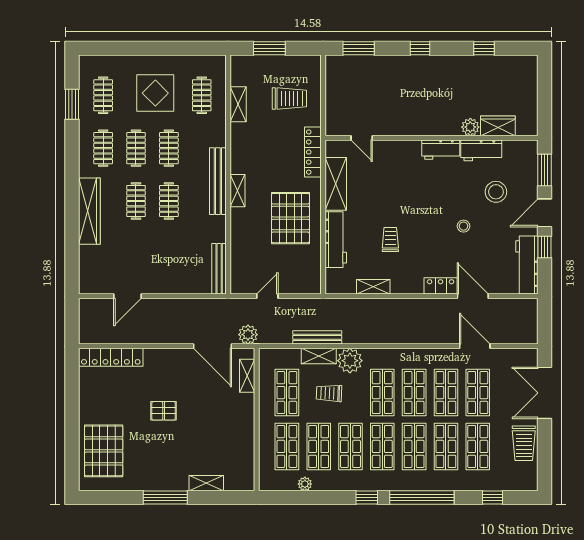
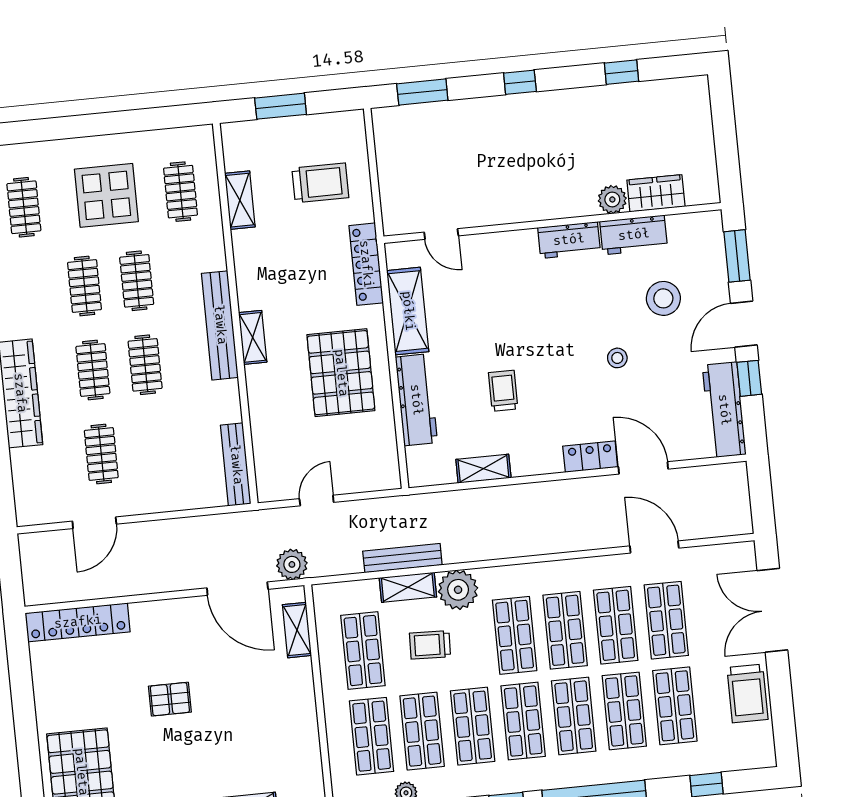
clothes rail: (103, 148) -> (101, 454), moved

